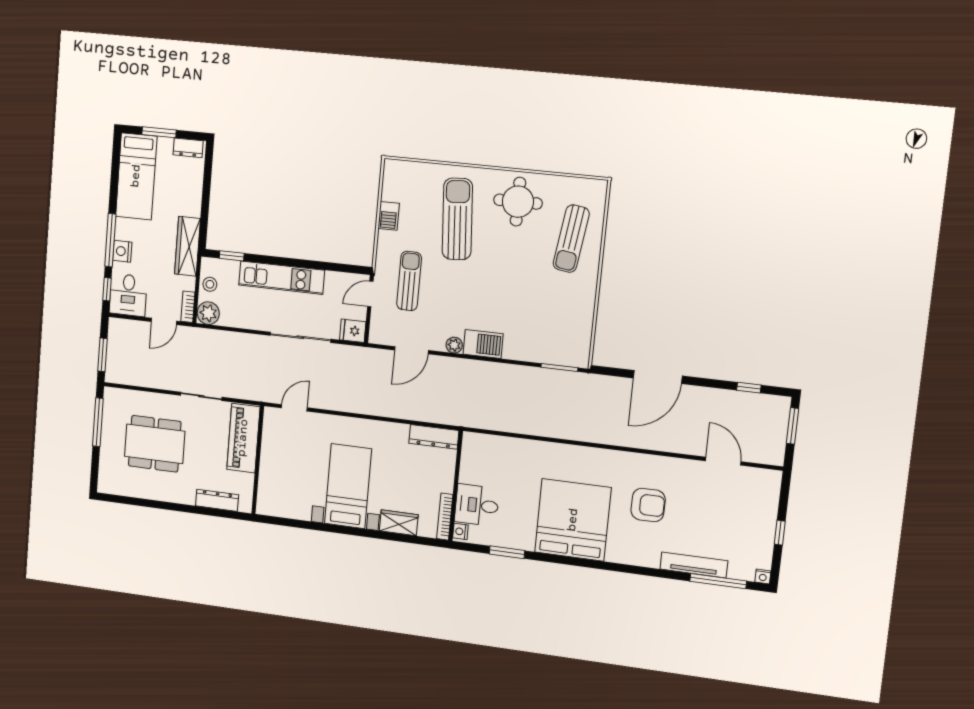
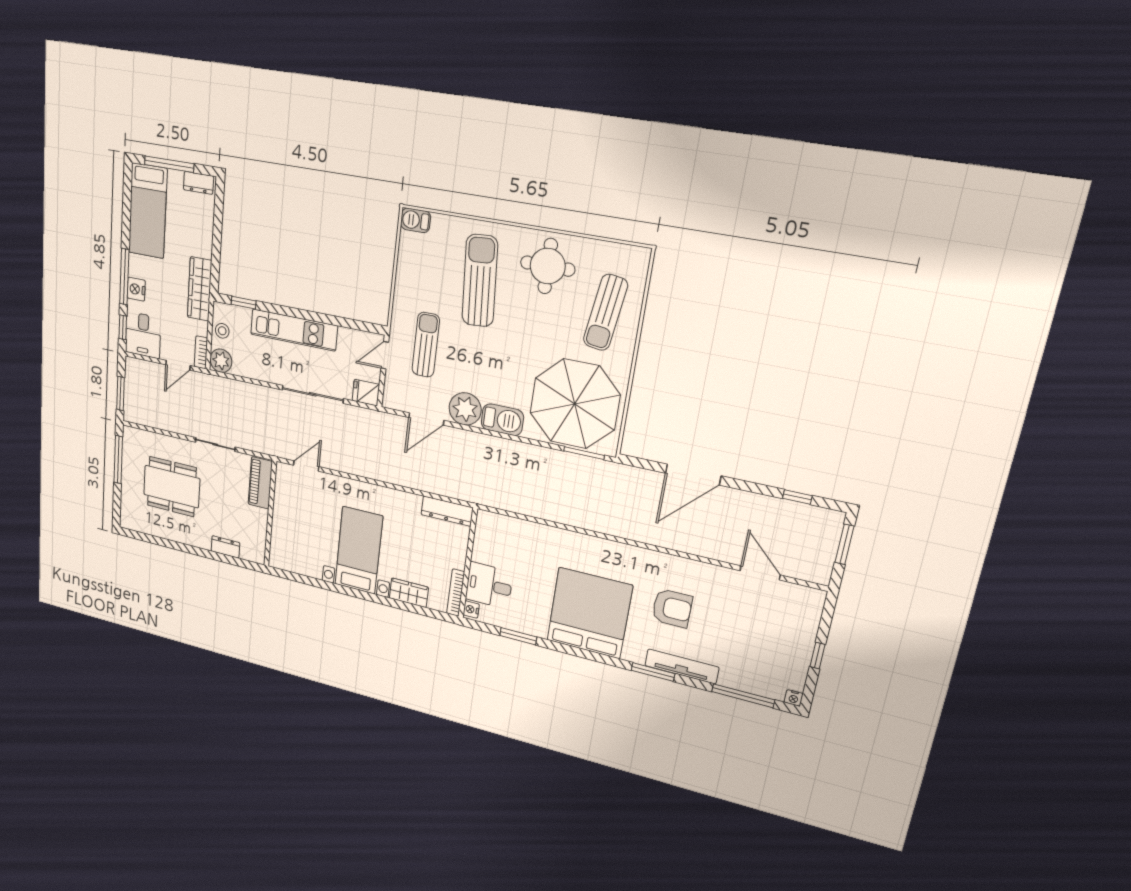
window: (159, 132) -> (169, 164), width x1.44
barbecue: (389, 216) -> (416, 220), moved, turned 90
parasol: (549, 323) -> (575, 404), added
plant: (454, 345) -> (465, 409), width x1.88, depth x1.88
piano: (243, 438) -> (260, 483), width x0.73, depth x0.75
dresser: (217, 500) -> (225, 547), width x0.70
tv unit: (694, 565) -> (682, 666), moved
window: (635, 570) -> (653, 672), added

